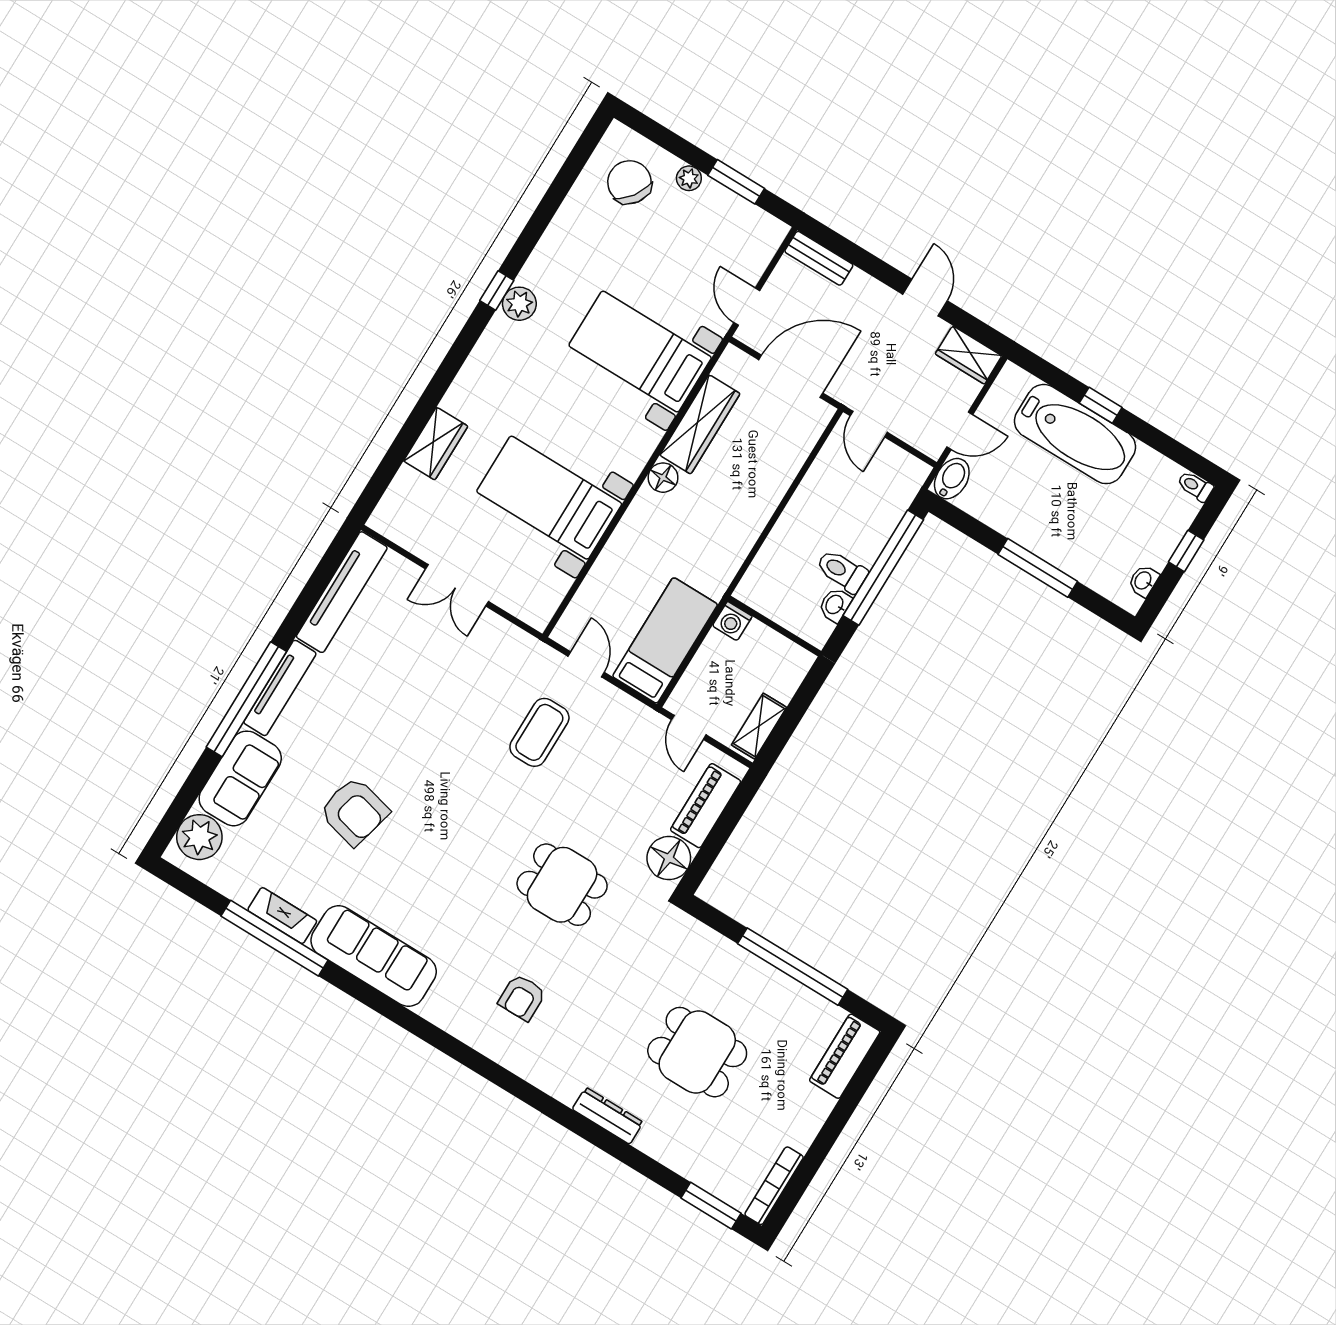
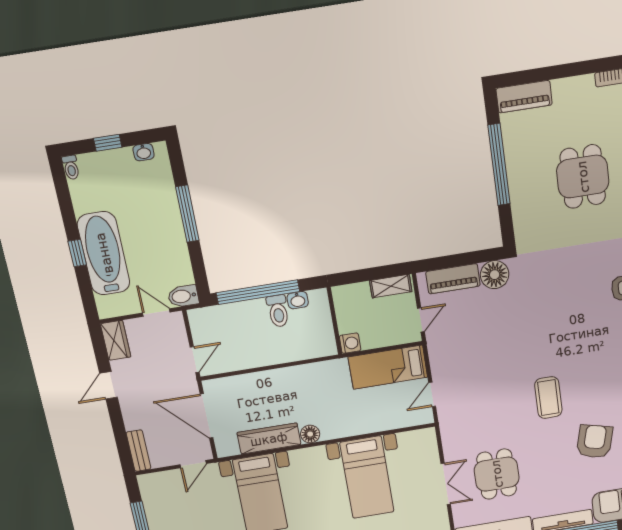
coffee table: (539, 732) -> (548, 398), moved, turned 90
dining table: (562, 885) -> (497, 474), moved

